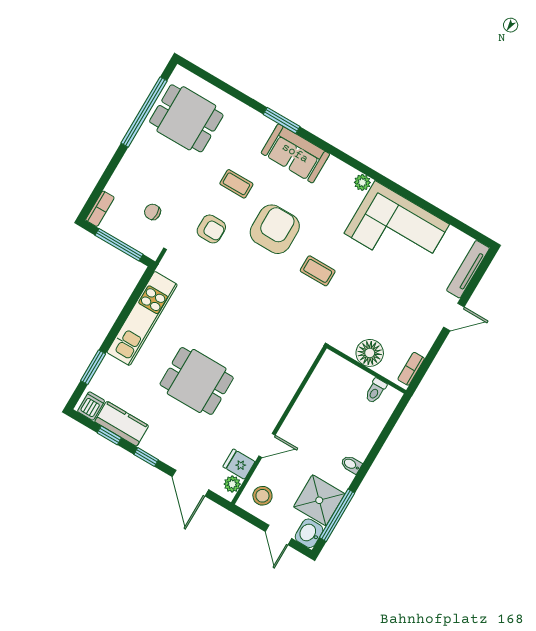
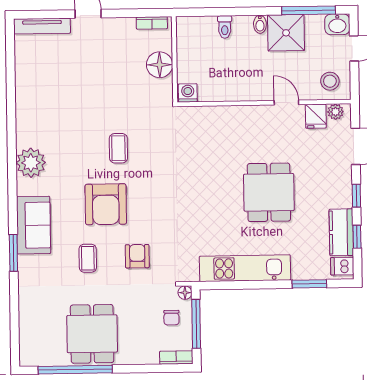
dining table: (186, 118) -> (92, 334), moved
plant: (362, 182) -> (31, 163), width x1.87, depth x1.87
chair: (152, 212) -> (171, 318), moved
armchair: (275, 229) -> (106, 204), turned -90
corner sofa: (397, 229) -> (45, 105), removed
floor lamp: (153, 252) -> (185, 293), added
washing machine: (329, 363) -> (188, 93), added
toilet: (376, 391) -> (225, 27), moved, turned 90
shower: (319, 500) -> (286, 33), moved

